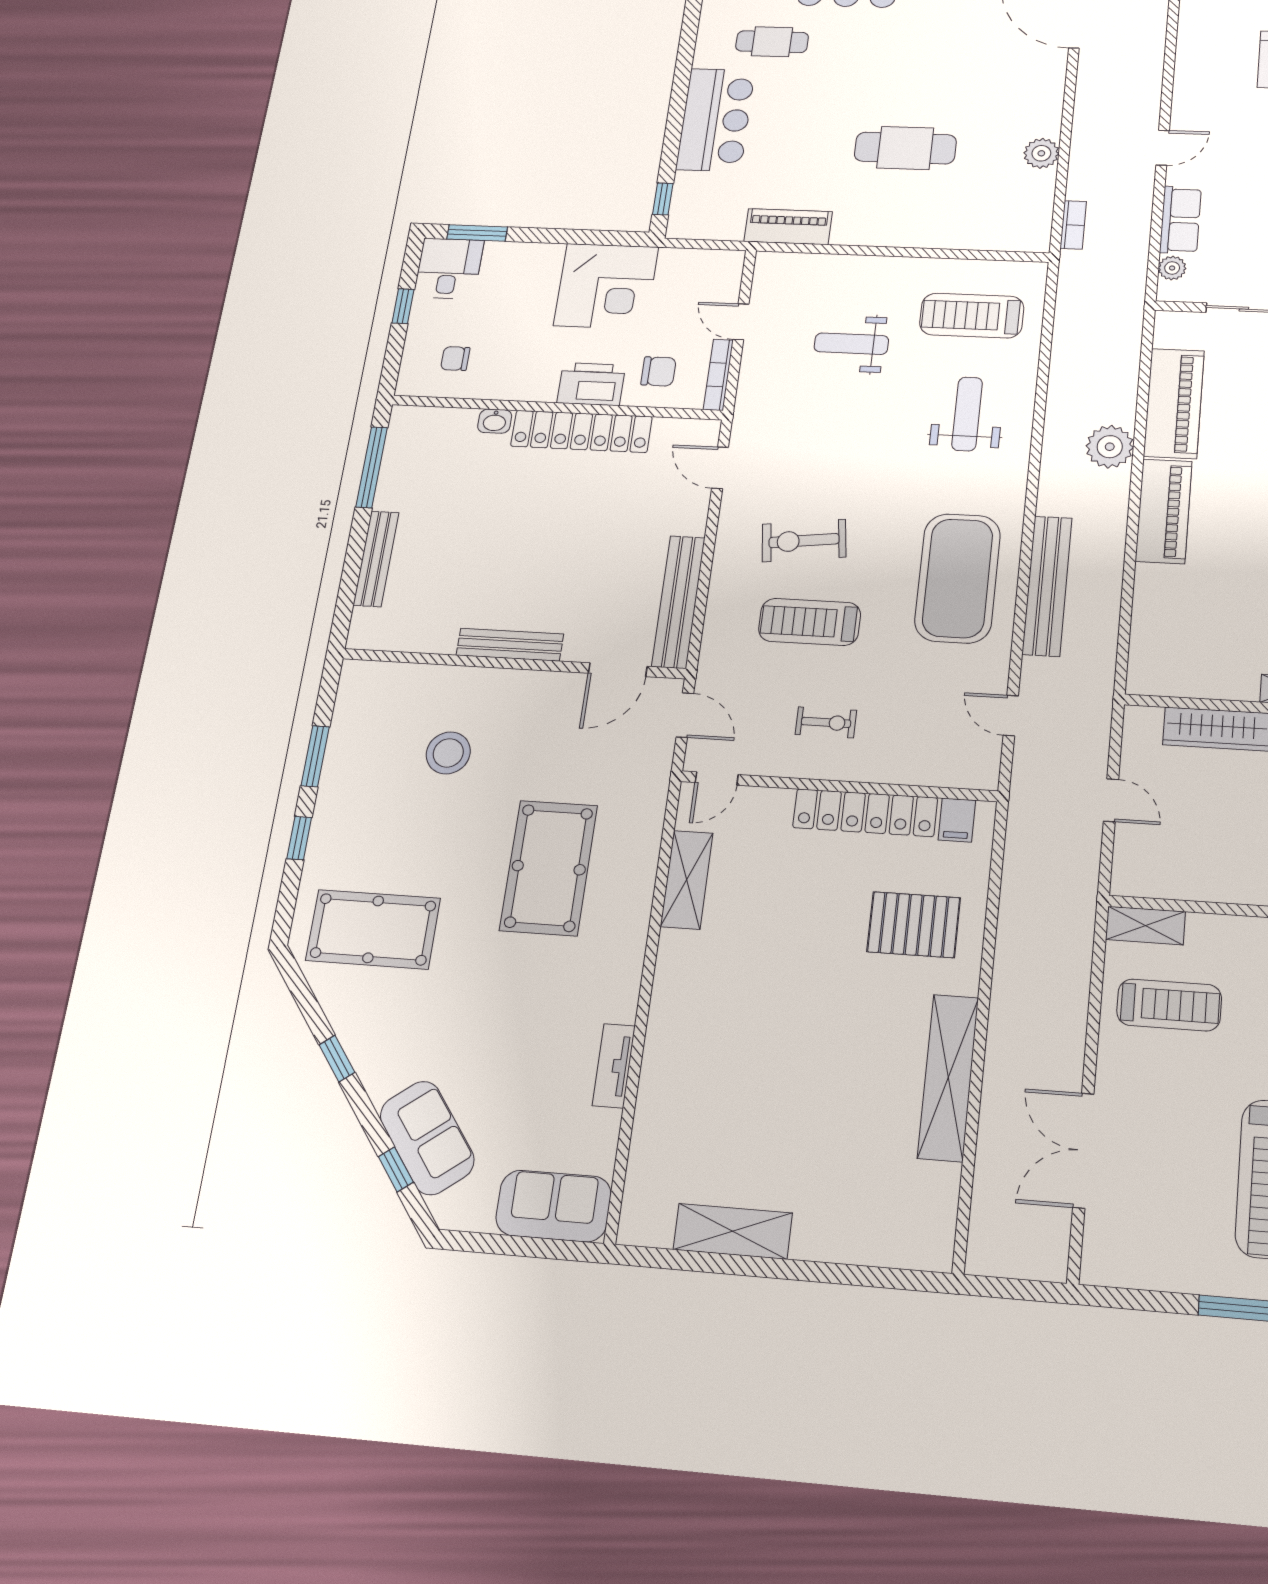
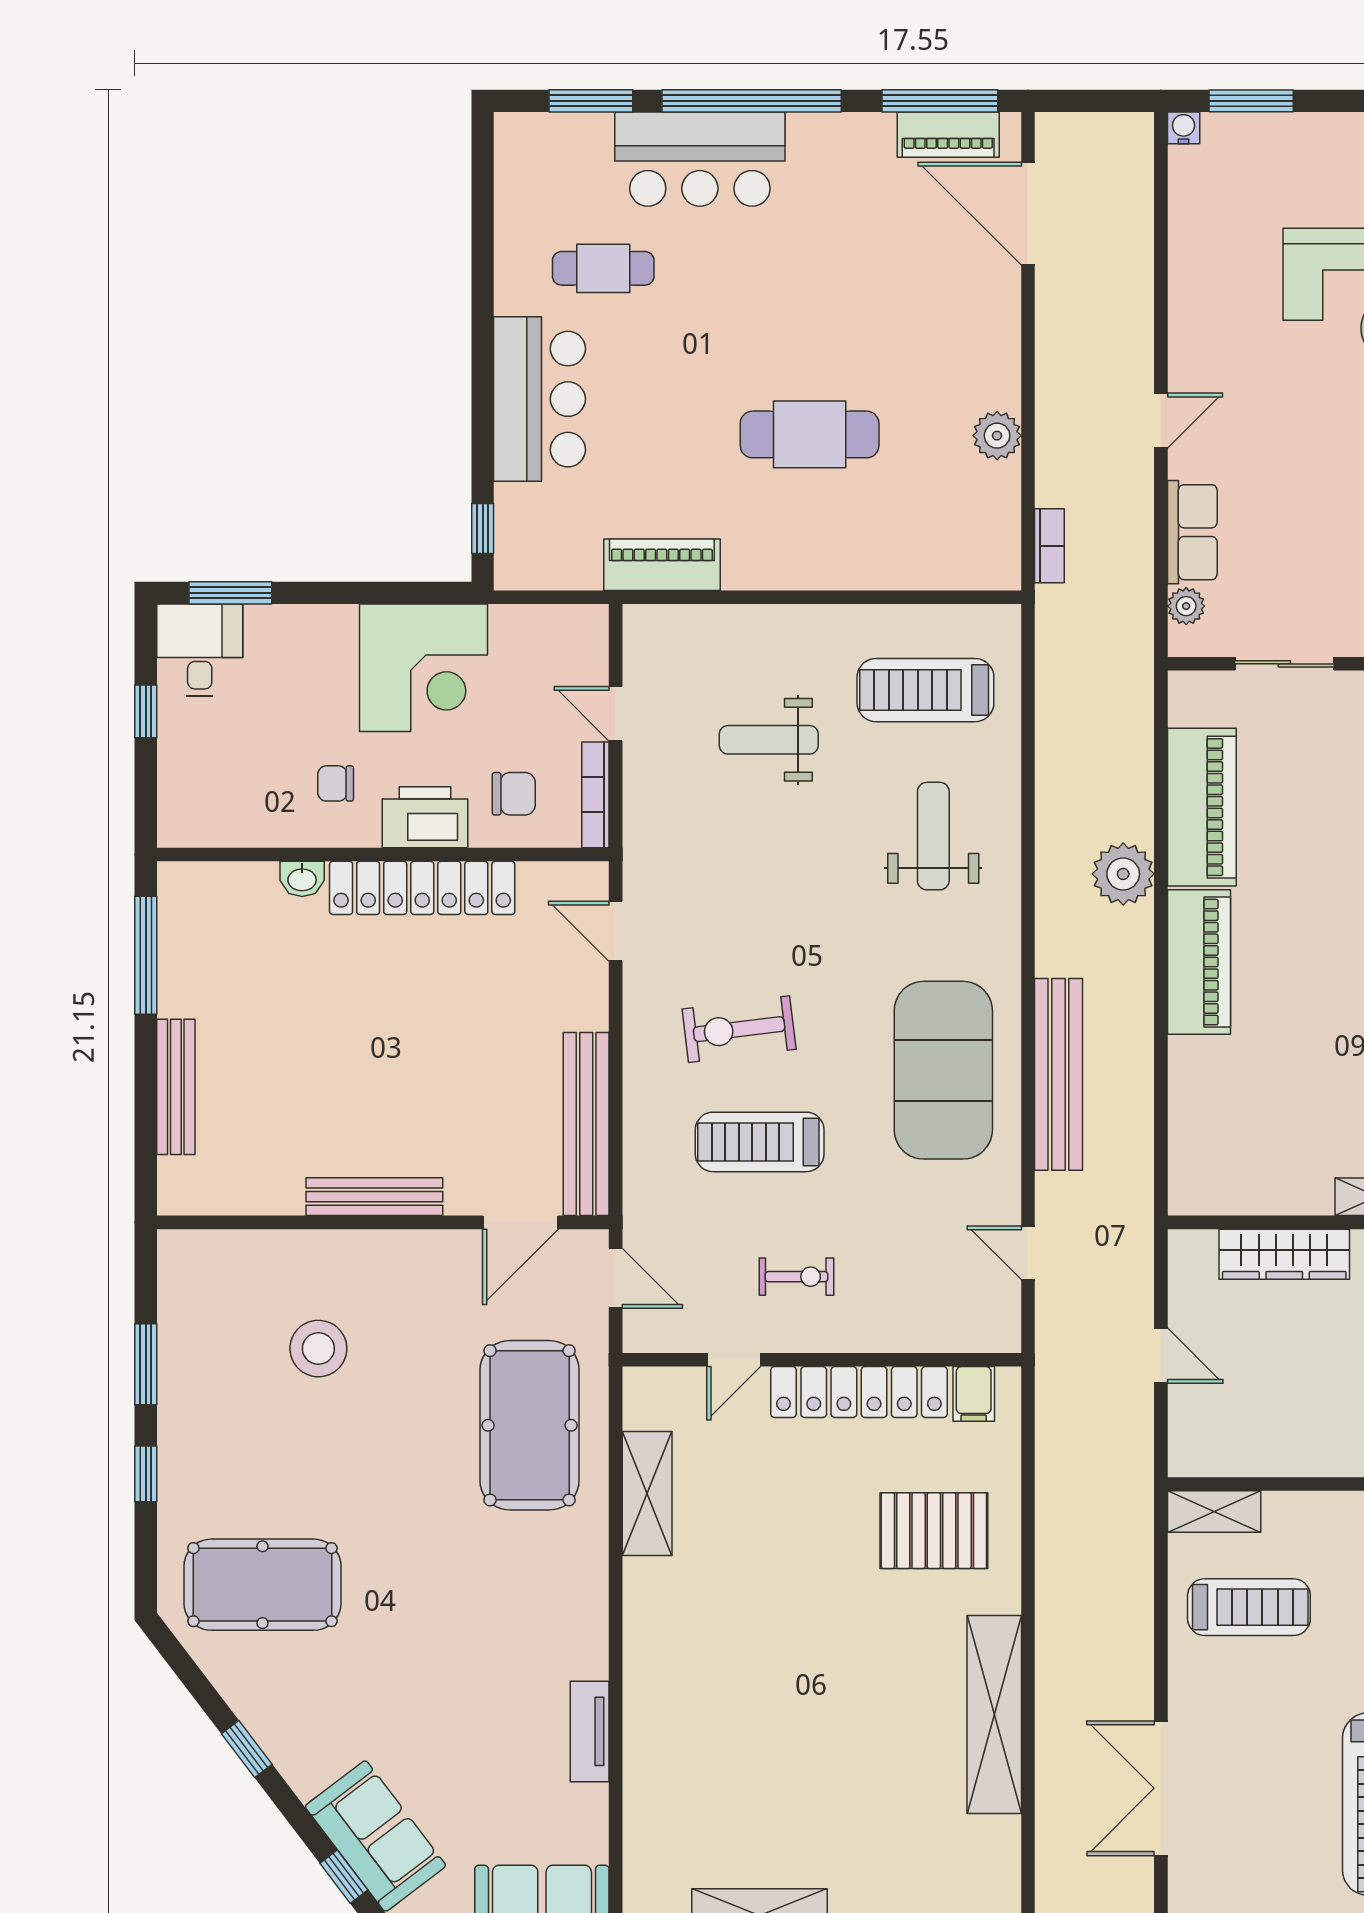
chair: (455, 359) -> (336, 783), moved
door: (717, 778) -> (734, 1360), moved
pool table: (549, 868) -> (530, 1425), moved

